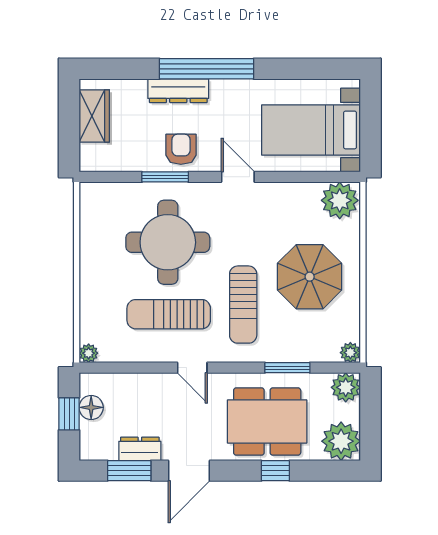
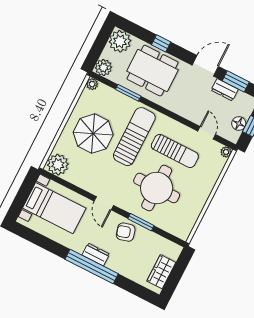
dresser: (178, 91) -> (96, 254), moved, width x0.70
armchair: (181, 149) -> (126, 232), turned 74
sun lounger: (243, 305) -> (134, 137), width x1.36, depth x1.34
door: (192, 368) -> (207, 133), moved

